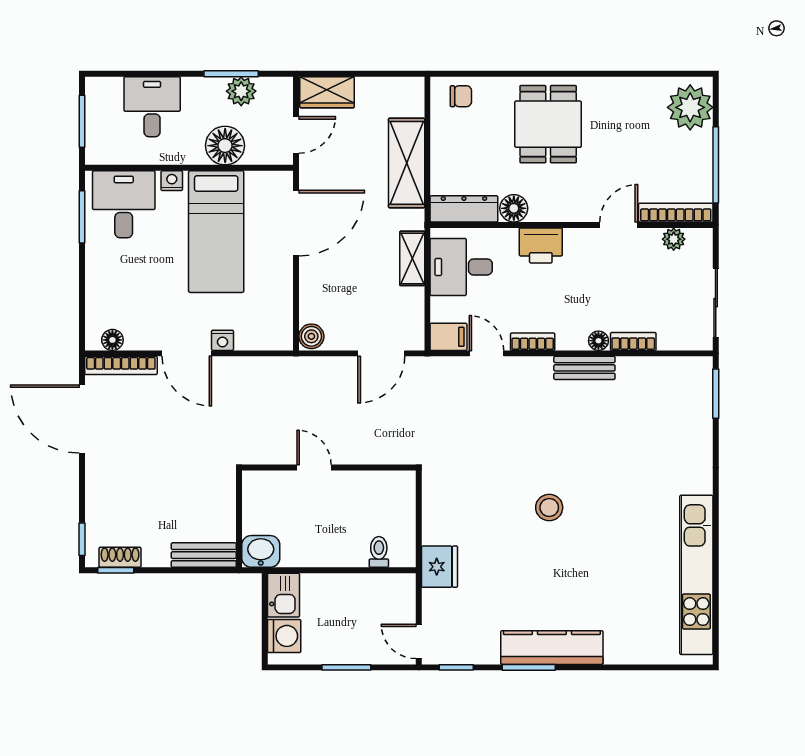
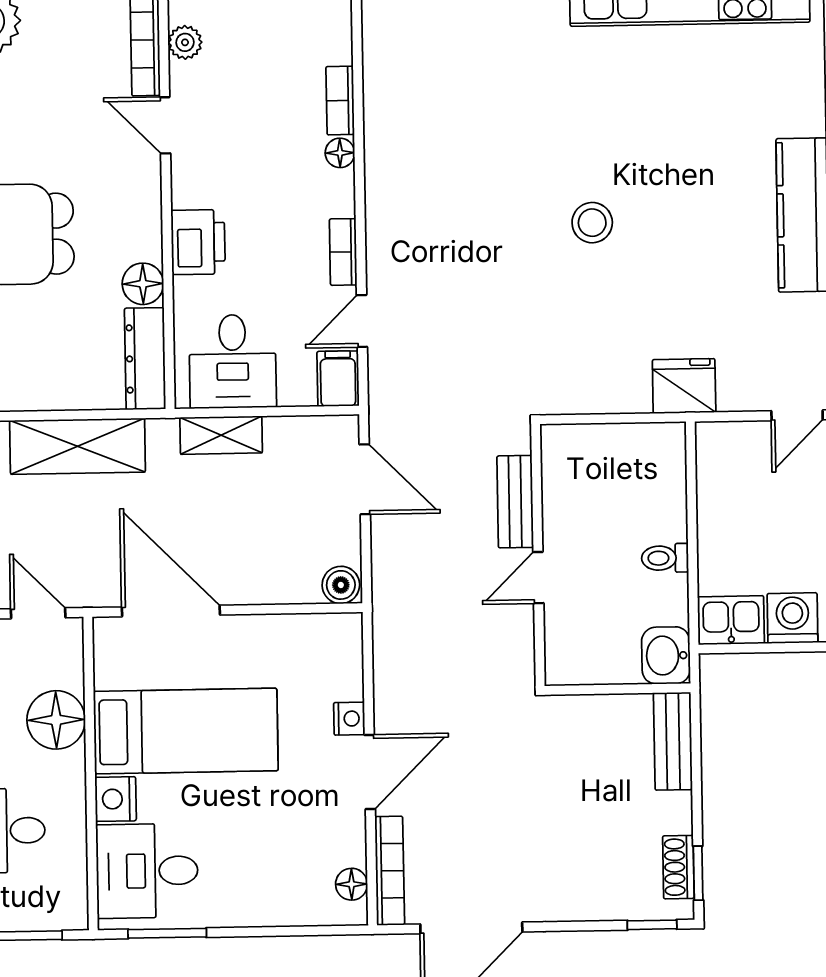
nightstand: (172, 181) -> (116, 799), width x1.39, depth x1.35
bench: (584, 368) -> (515, 502), moved
toilet: (379, 552) -> (665, 558), moved

